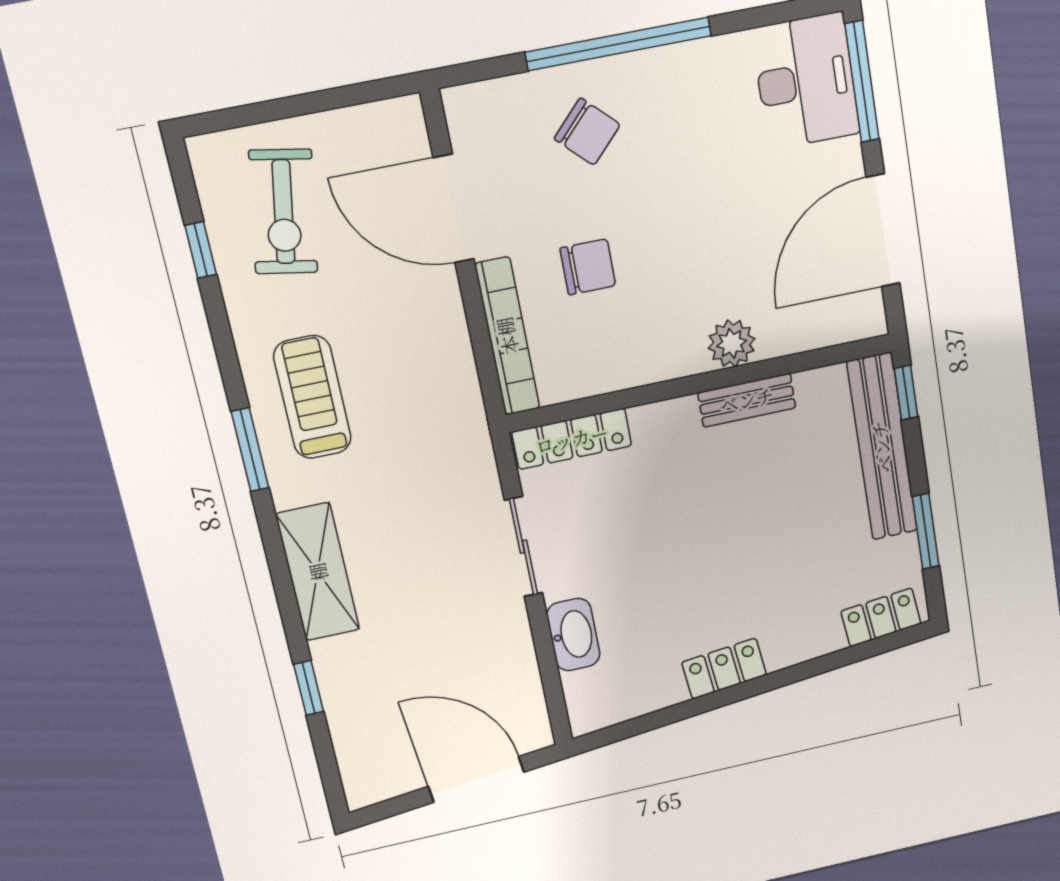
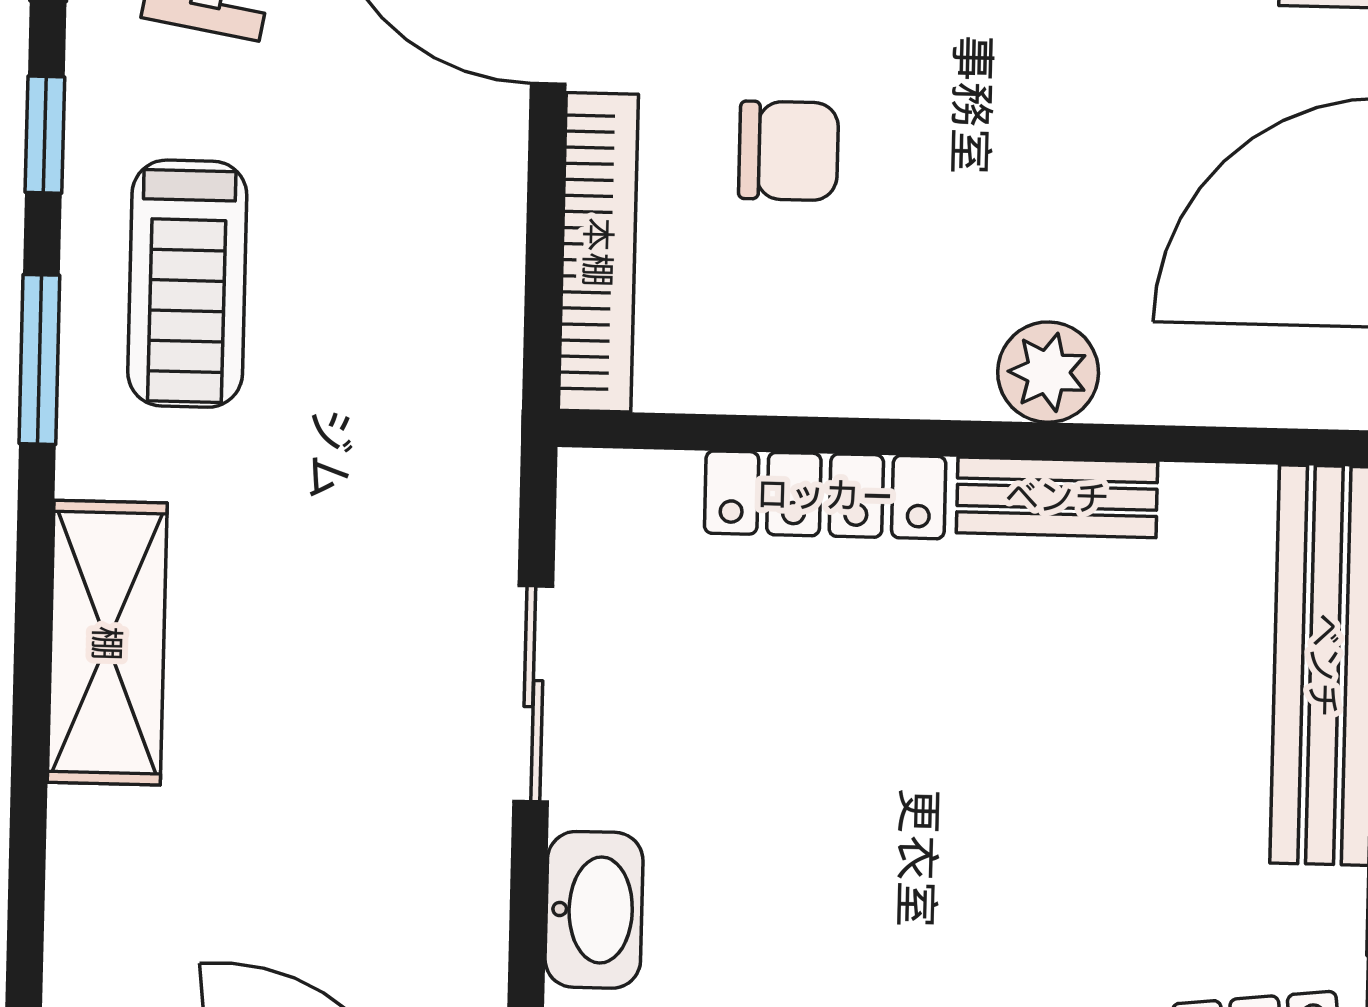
treadmill: (312, 397) -> (187, 284), turned 180
locker: (572, 439) -> (825, 495), moved
window: (309, 688) -> (45, 135), moved

